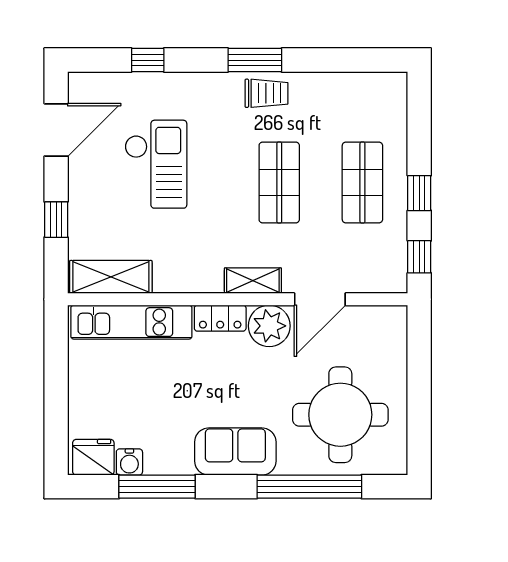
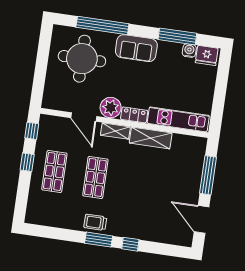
window: (148, 60) -> (130, 244), moved
door: (56, 130) -> (202, 219), hinge flipped
checkout: (156, 164) -> (155, 195), removed
window: (56, 220) -> (208, 175), width x2.17
shelving: (111, 277) -> (151, 138), moved
door: (320, 299) -> (84, 117), swing flipped

